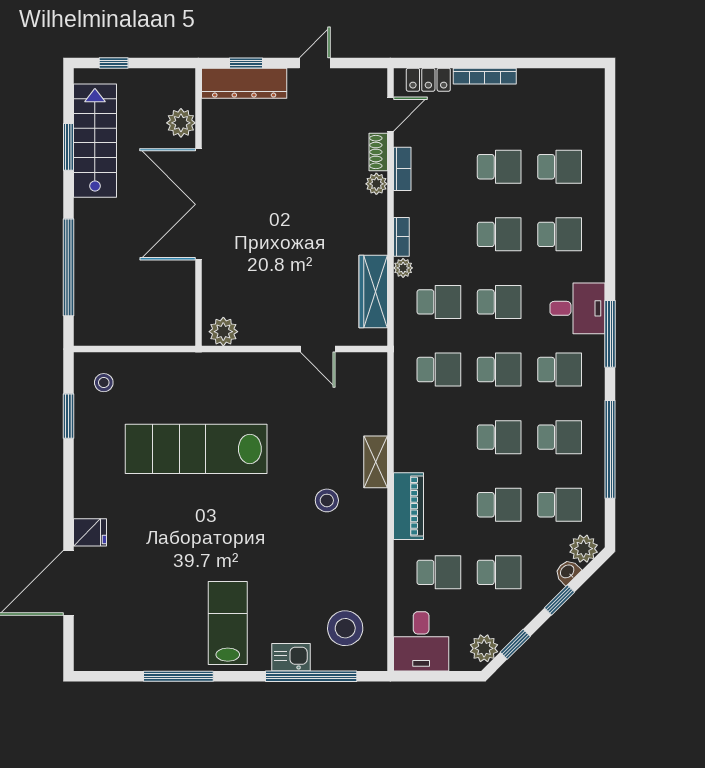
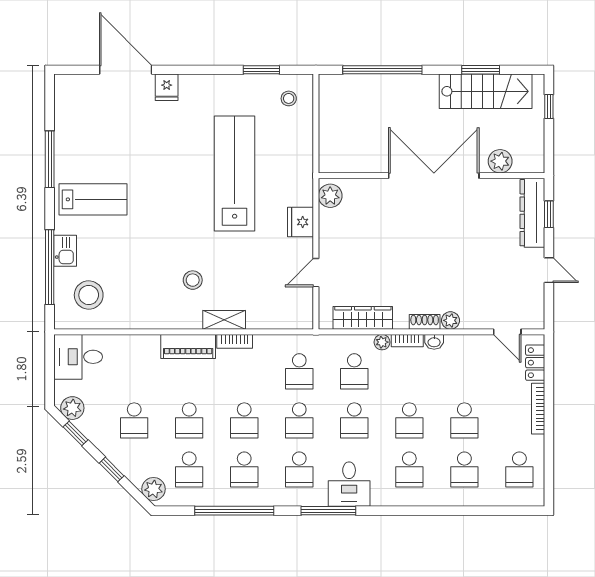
shoe rack: (378, 152) -> (425, 322), moved
bookcase: (402, 169) -> (235, 341), moved
fridge: (256, 368) -> (301, 222), added
school desk: (439, 572) -> (519, 470), moved
washbasin: (567, 572) -> (434, 342), moved, turned 135

